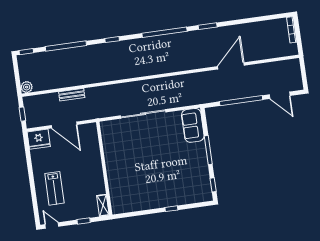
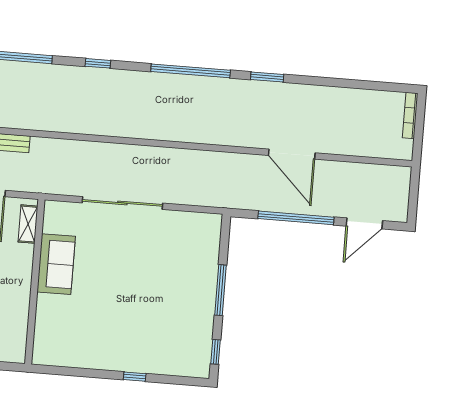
door: (231, 66) -> (292, 154), swing flipped
door: (280, 95) -> (364, 223), hinge flipped
sofa: (193, 125) -> (56, 264), moved, turned 180
shelving: (103, 205) -> (28, 224), moved

